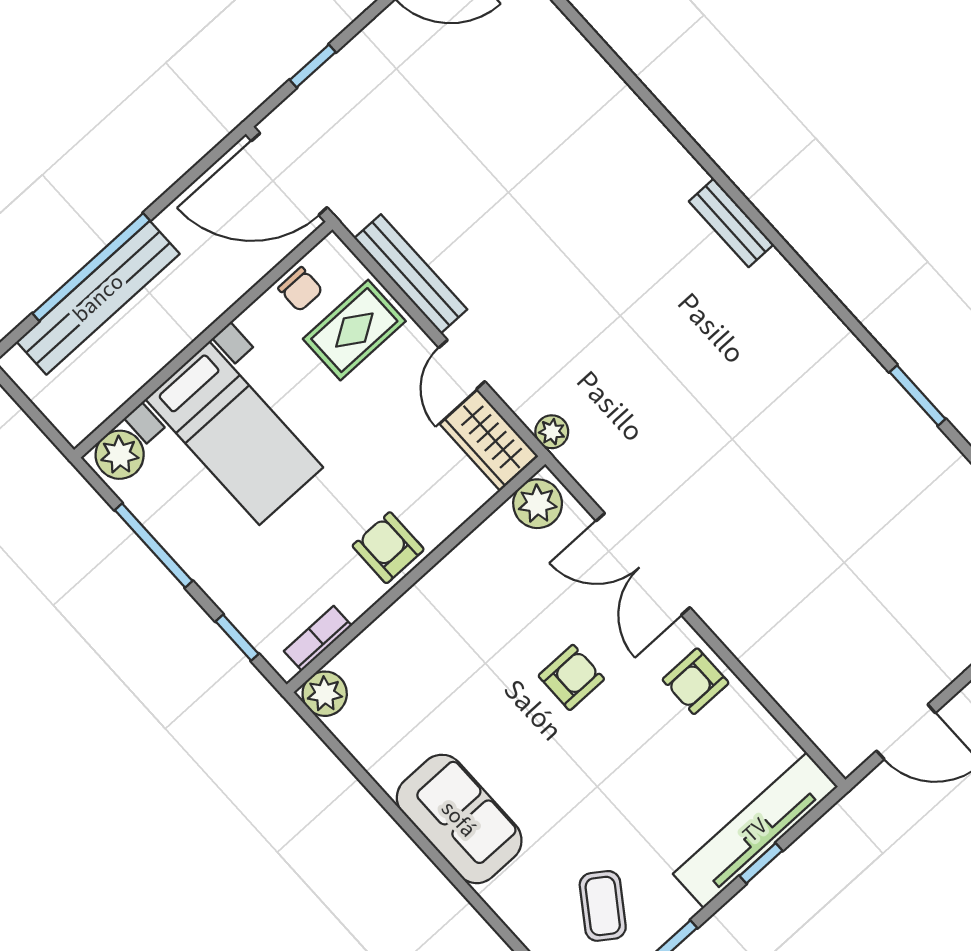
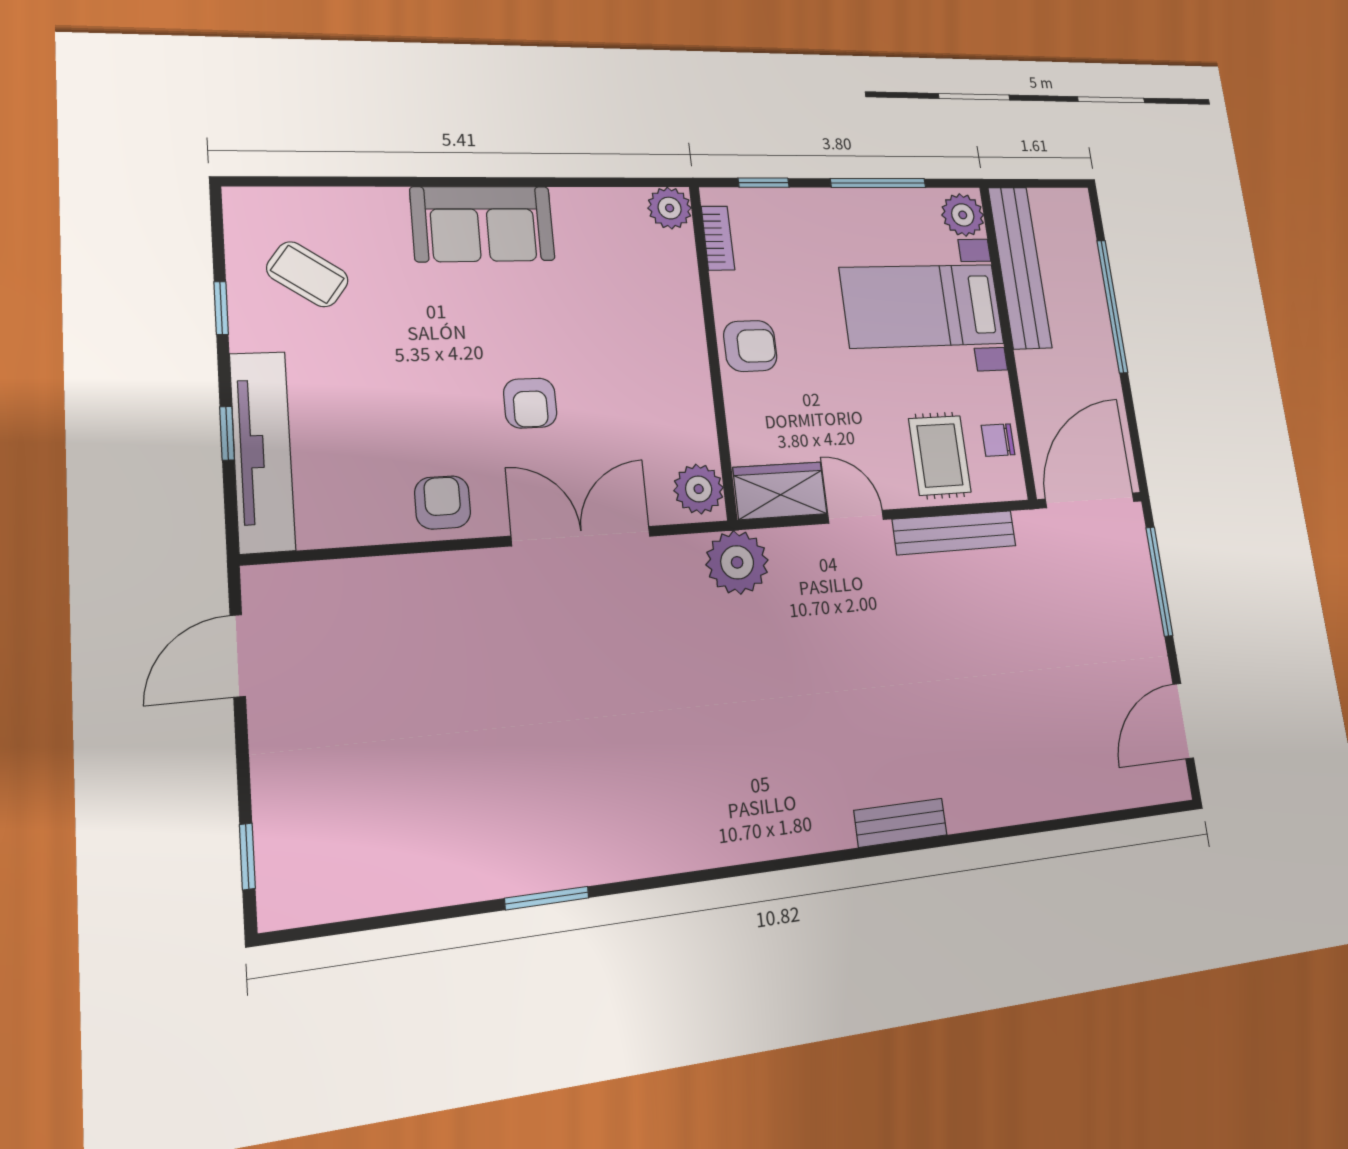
window: (313, 66) -> (1159, 581), width x2.17
bench: (731, 223) -> (901, 823), moved
bench: (98, 298) -> (1020, 267), moved
plant: (552, 432) -> (737, 562), width x1.88, depth x1.88

